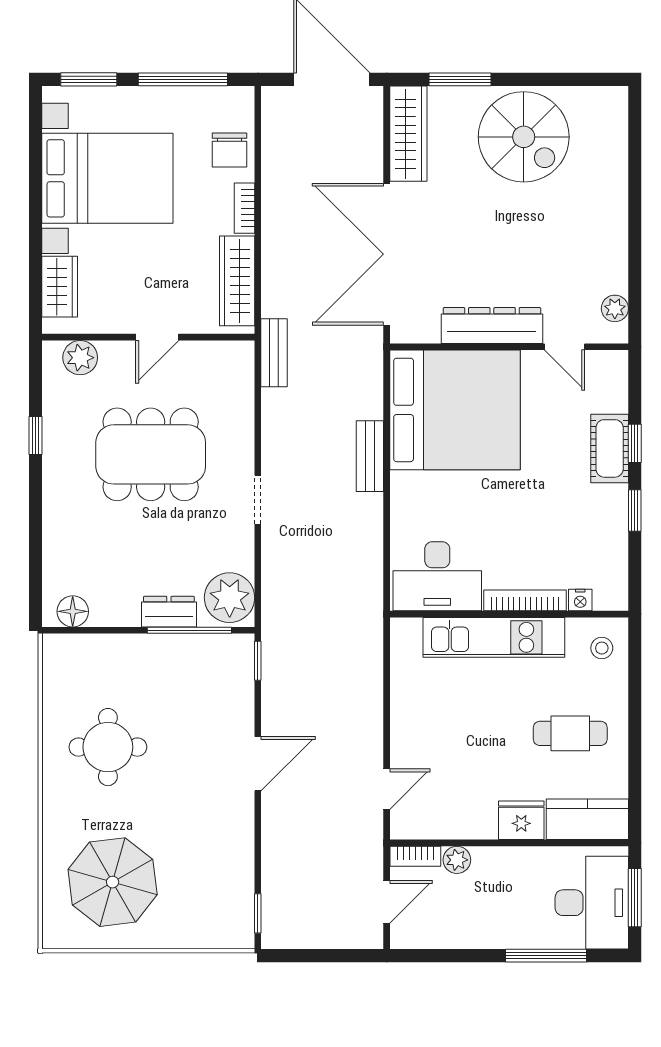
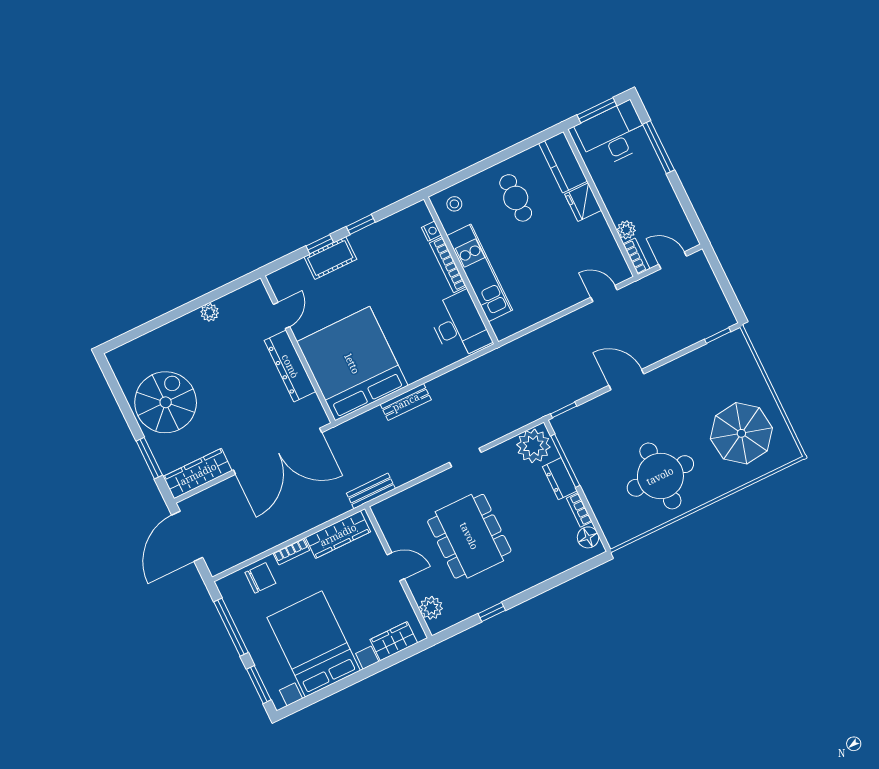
plant: (615, 308) -> (210, 312), moved
bookcase: (115, 617) -> (579, 510), added
round table: (108, 747) -> (660, 476), width x1.36, depth x1.36

